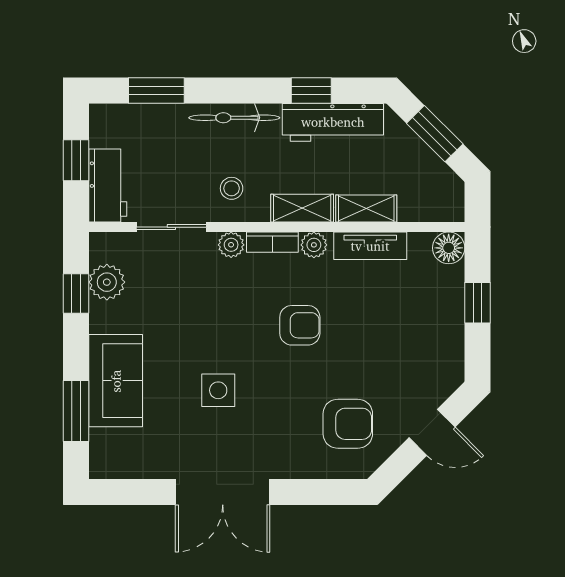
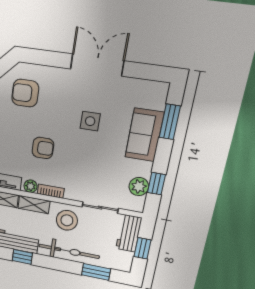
bicycle: (234, 118) -> (69, 251), width x1.37, depth x1.40
stool: (232, 188) -> (67, 220), width x1.89, depth x1.89
plant: (231, 245) -> (71, 194), removed
armchair: (300, 325) -> (43, 148), turned 180

